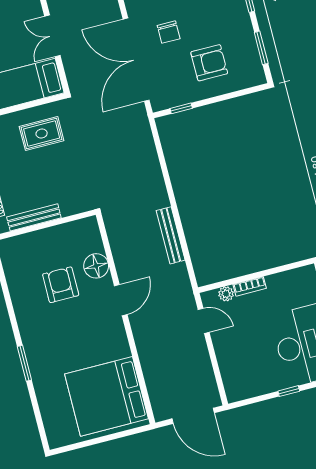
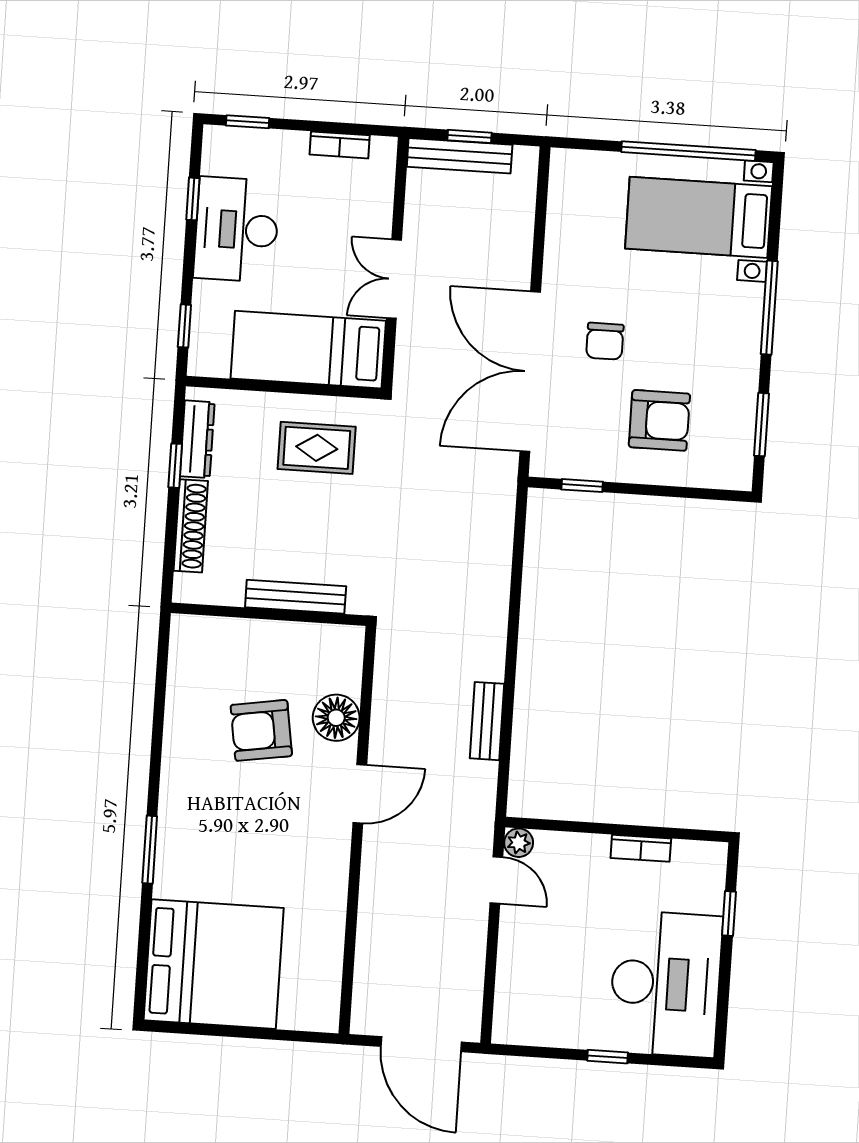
bench: (34, 217) -> (296, 597), moved
bench: (171, 235) -> (487, 721), width x0.73
armchair: (61, 285) -> (261, 730), turned -99
bookcase: (250, 286) -> (641, 848), moved
plant: (226, 294) -> (519, 843), moved
bed: (107, 396) -> (214, 964), moved, turned 180

